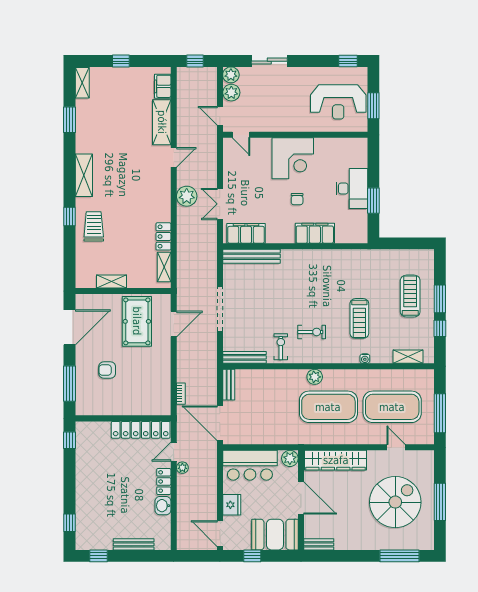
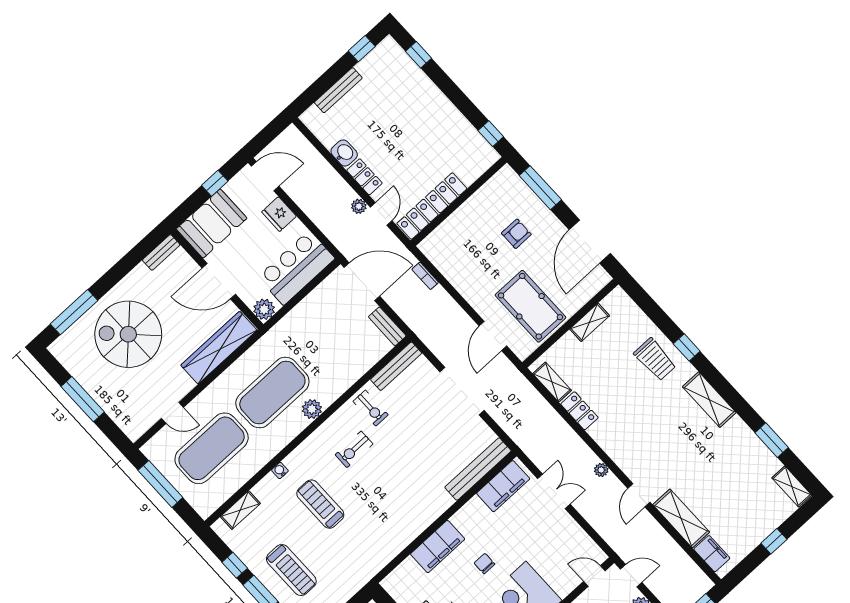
plant: (187, 196) -> (601, 470), width x0.53, depth x0.53
spiral stairs: (395, 502) -> (128, 334), moved, turned 90

